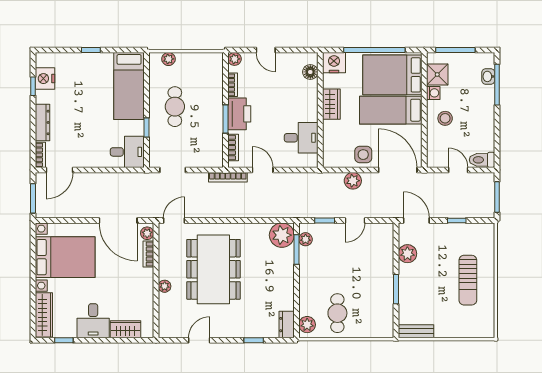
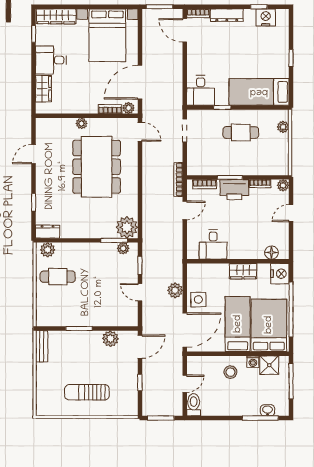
dining table: (213, 269) -> (97, 167), turned 90
door: (199, 340) -> (34, 154), swing flipped

